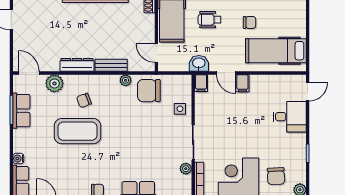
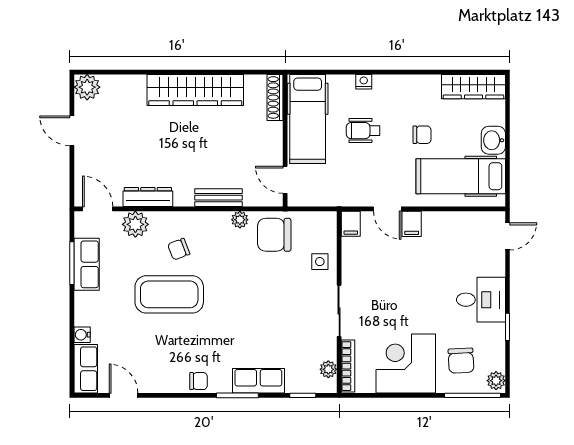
washbasin: (199, 63) -> (493, 140), moved, turned -90
dresser: (77, 65) -> (148, 197), moved
desk: (290, 117) -> (481, 300), moved
plant: (186, 169) -> (328, 369), moved

